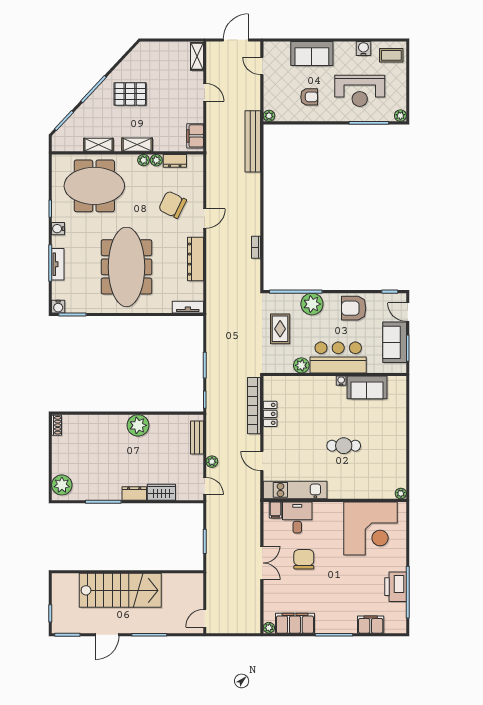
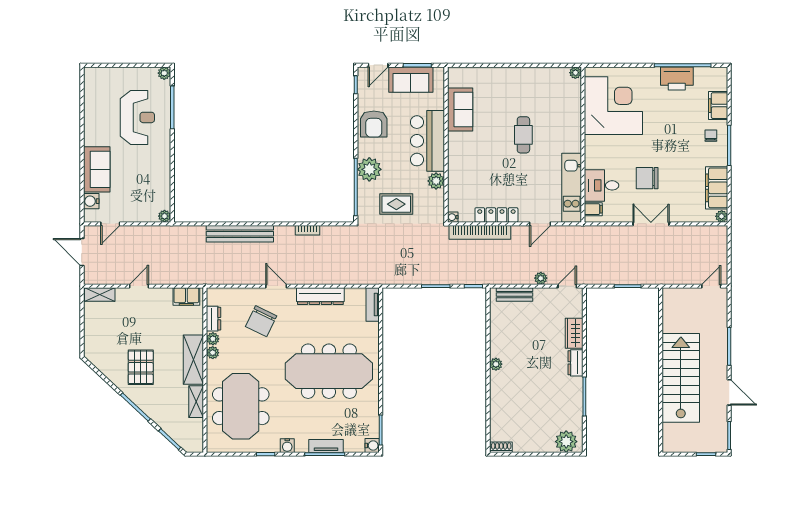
water cooler: (363, 48) -> (91, 201), moved
coffee table: (391, 55) -> (99, 83), removed
armchair: (309, 97) -> (144, 172), removed
bench: (253, 141) -> (240, 234), moved
shelving: (137, 145) -> (193, 360), width x1.50, depth x1.33
water cooler: (341, 381) -> (453, 217), moved
locker: (270, 414) -> (496, 215), width x1.53
plant: (138, 425) -> (496, 364), width x0.53, depth x0.53
door: (205, 618) -> (711, 286), swing flipped
chair: (343, 618) -> (711, 136), added

